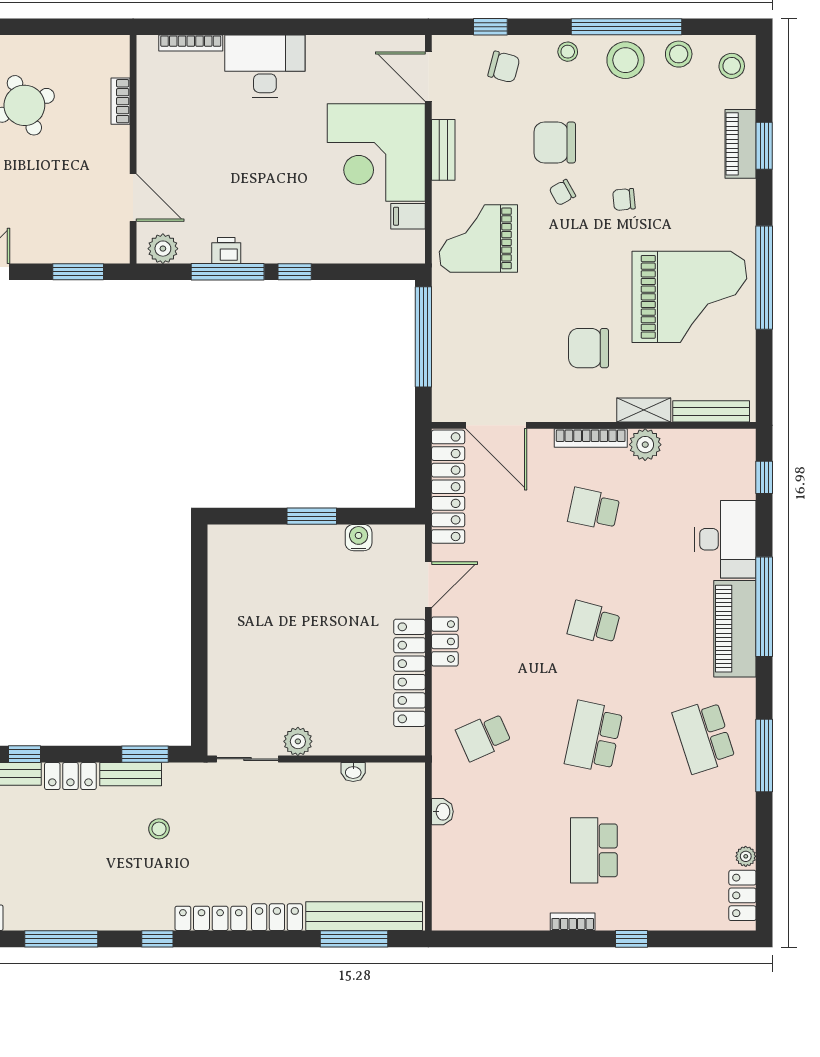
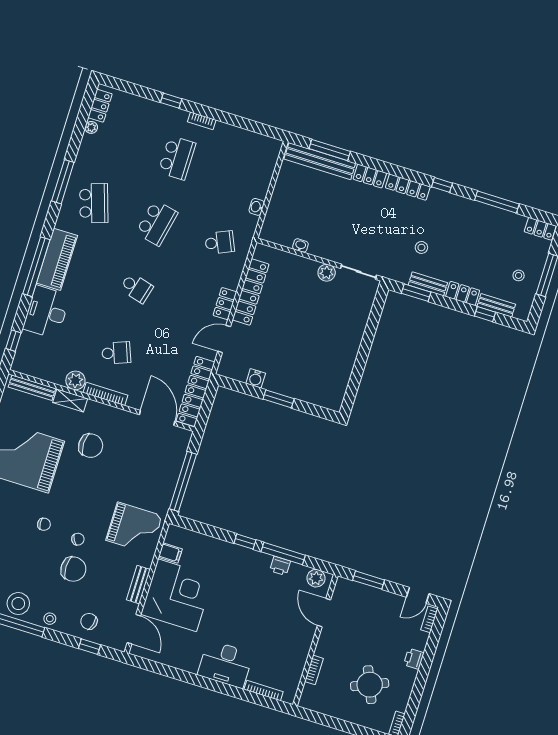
school desk: (594, 509) -> (116, 353), turned -33

